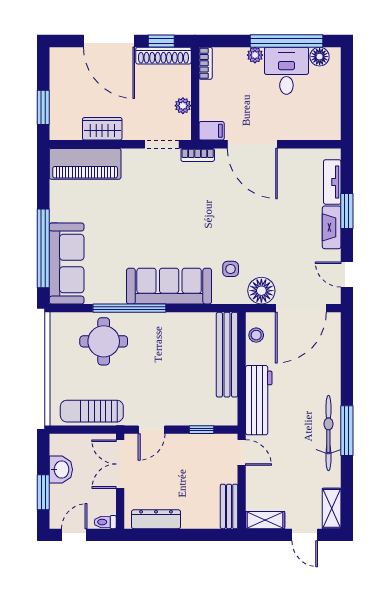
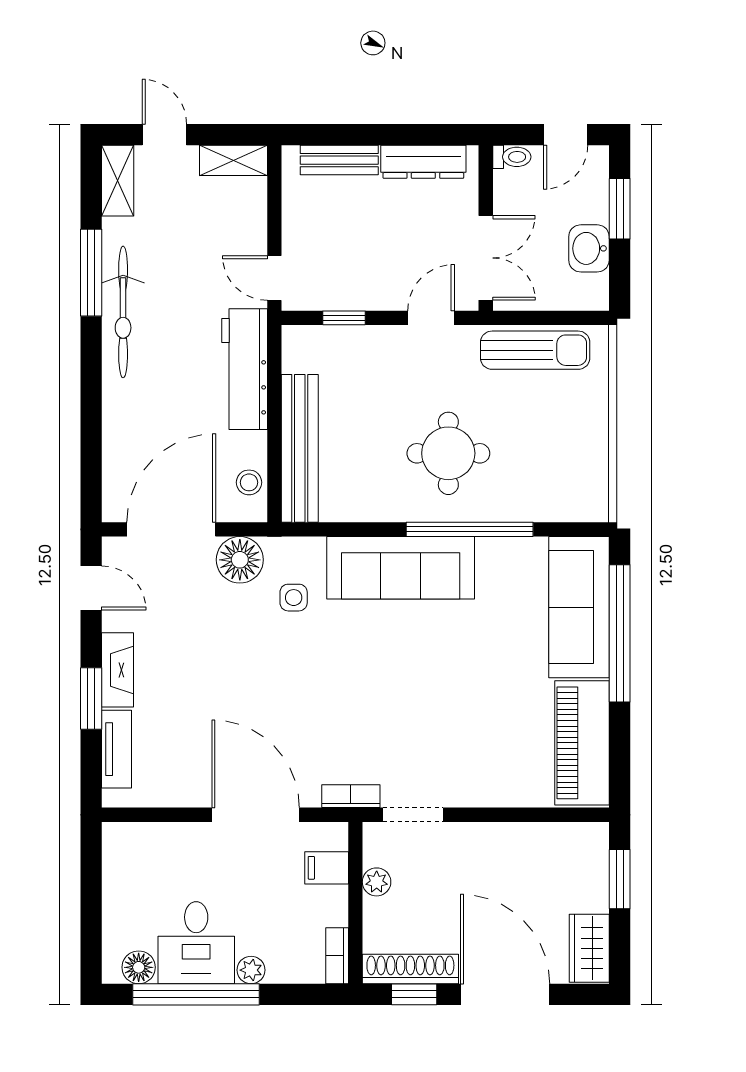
wardrobe: (102, 129) -> (589, 948), moved, turned 90
filing cabinet: (212, 131) -> (327, 868), moved
piano: (85, 164) -> (582, 743), moved, turned -90
round table: (104, 341) -> (448, 453), moved
window: (347, 431) -> (91, 273), moved
bench: (229, 506) -> (339, 160), moved, turned 90

